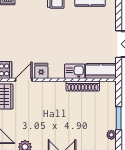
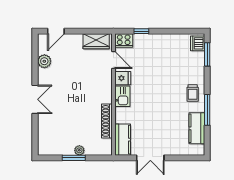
kitchen sink: (75, 71) -> (122, 96), moved
plant: (111, 135) -> (79, 150), moved

